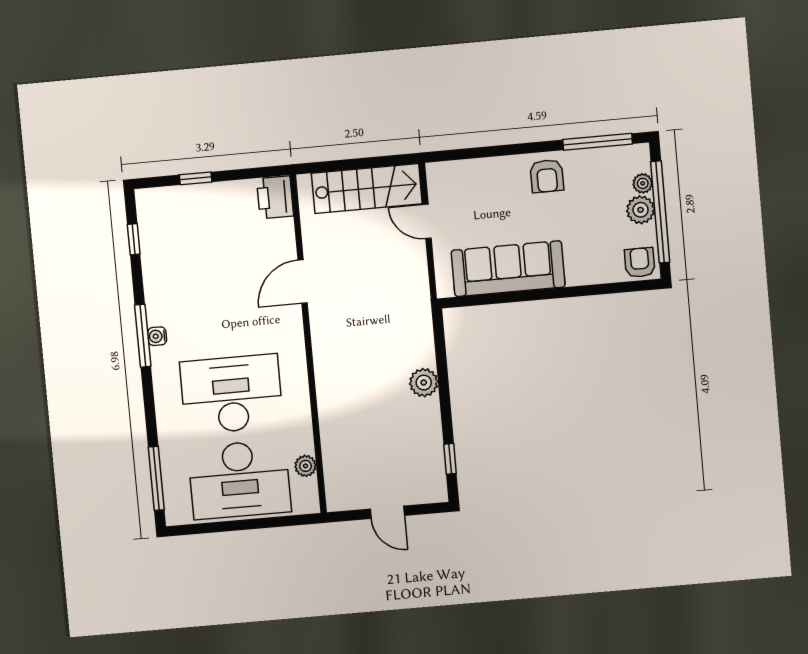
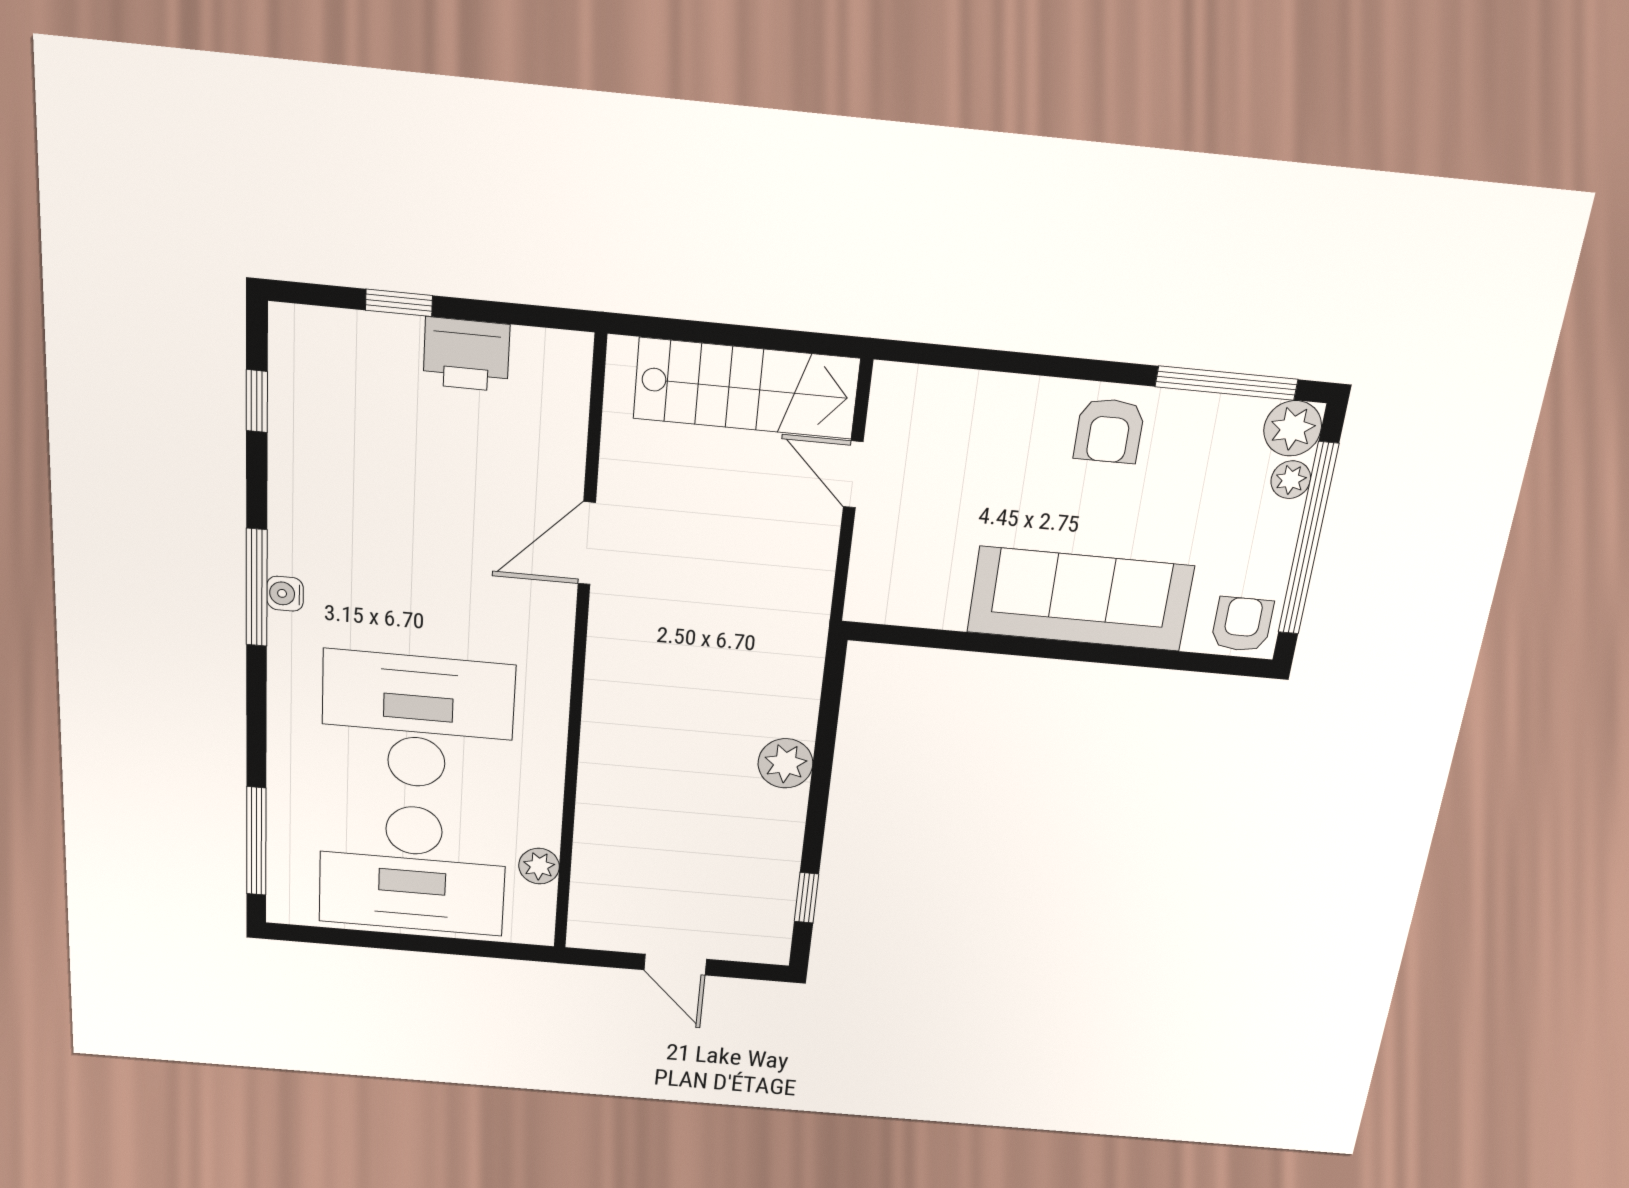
printer: (275, 197) -> (466, 354), moved, turned -90
plant: (641, 210) -> (1293, 428), moved
sofa: (508, 269) -> (1080, 599), moved

